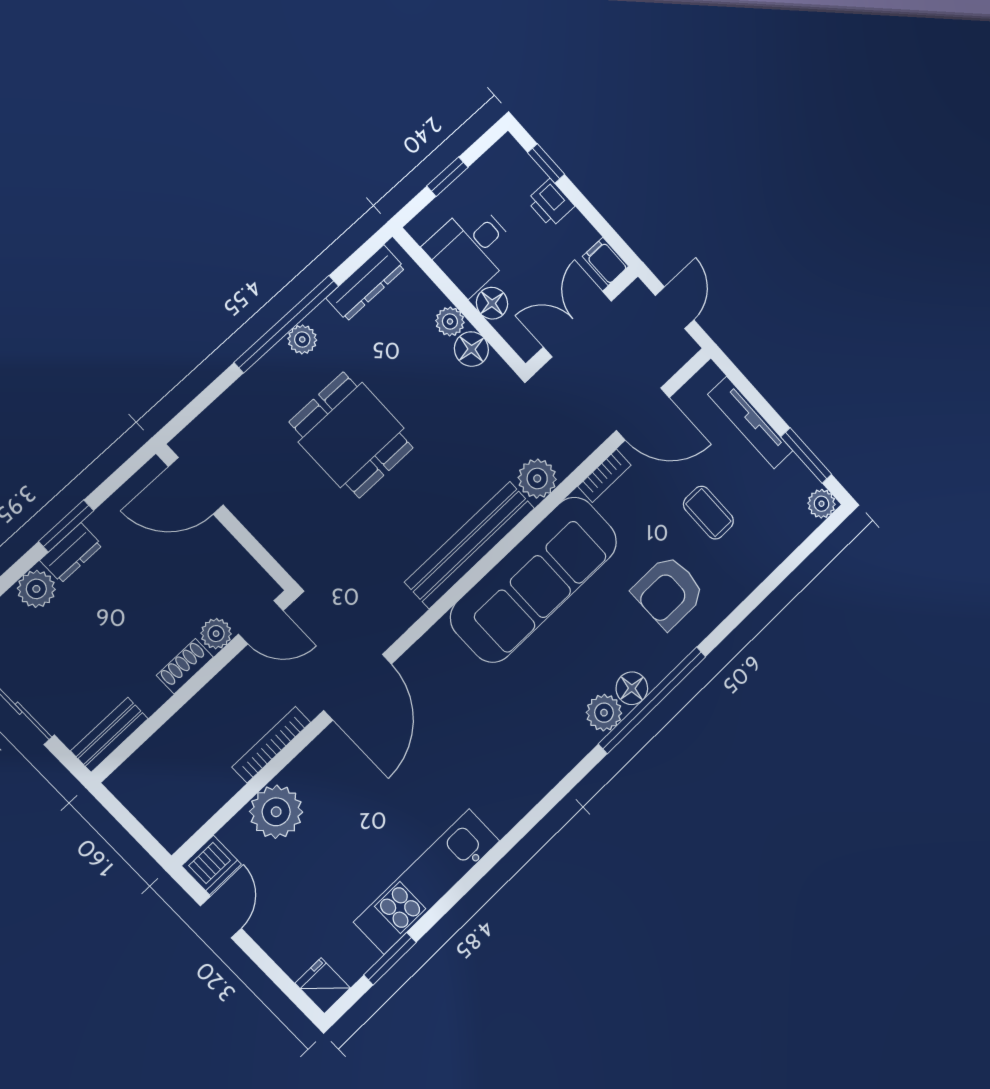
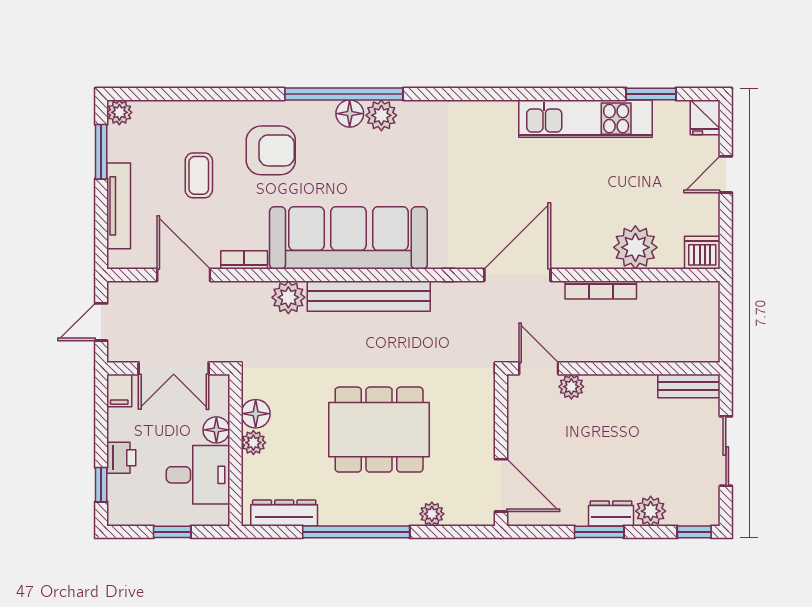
plant: (302, 339) -> (432, 514), moved
dining table: (351, 435) -> (379, 430), width x1.38
shoe rack: (185, 666) -> (608, 385), removed
door: (221, 917) -> (726, 174), moved

